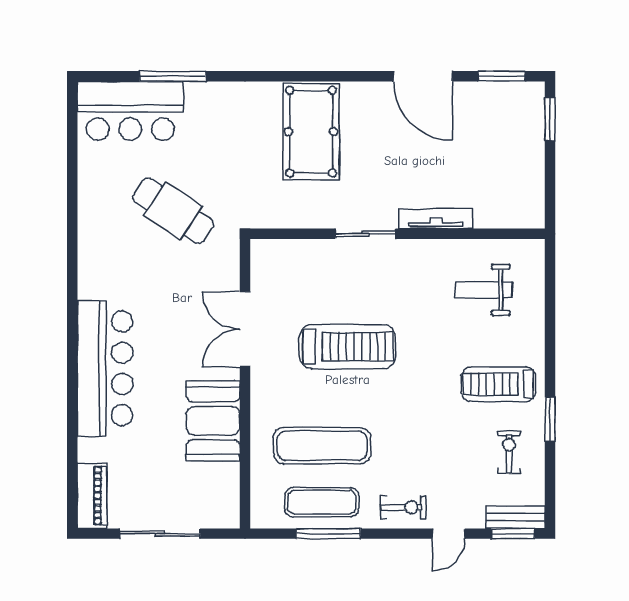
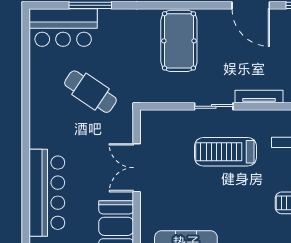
treadmill: (347, 347) -> (225, 152), moved, turned 180

